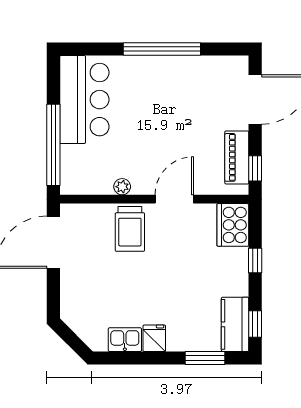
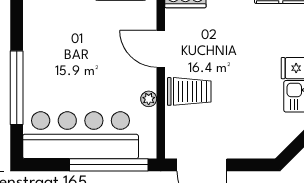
window: (162, 49) -> (17, 88), moved
bar counter: (84, 100) -> (81, 135), width x1.36

